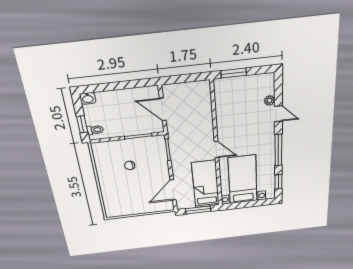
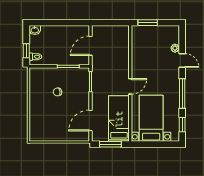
door: (163, 109) -> (91, 46), hinge flipped
door: (216, 150) -> (130, 86), hinge flipped

